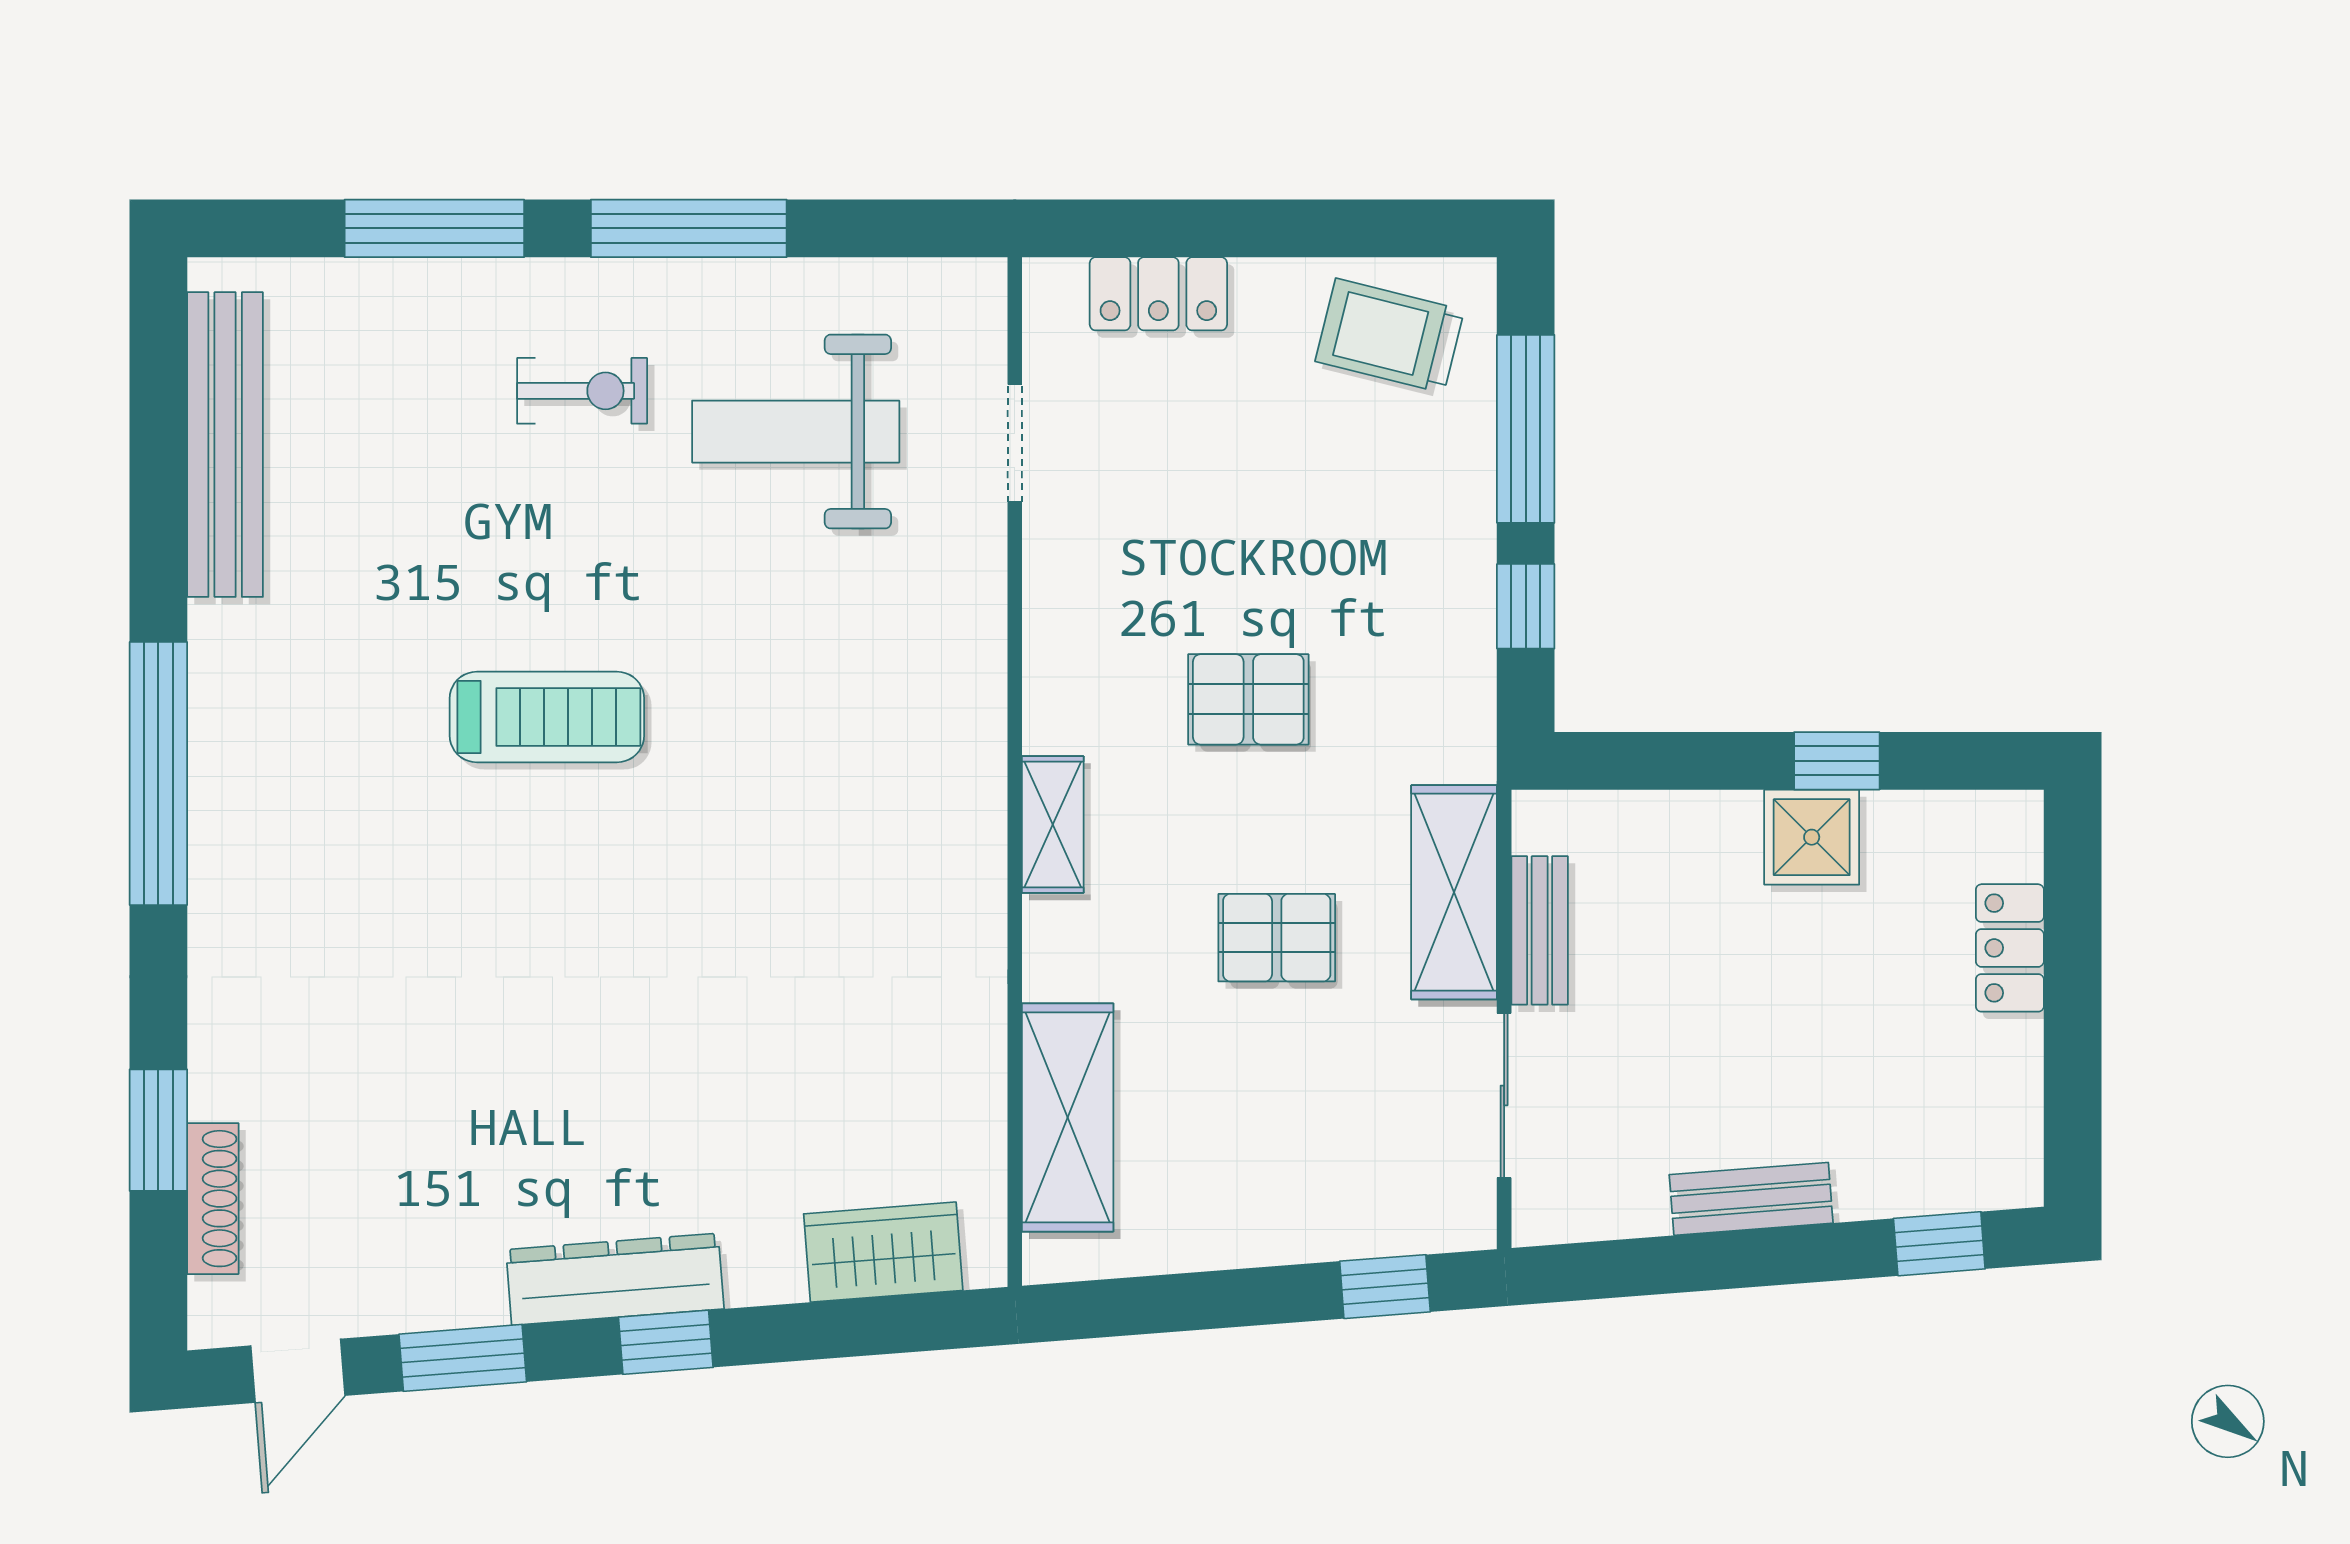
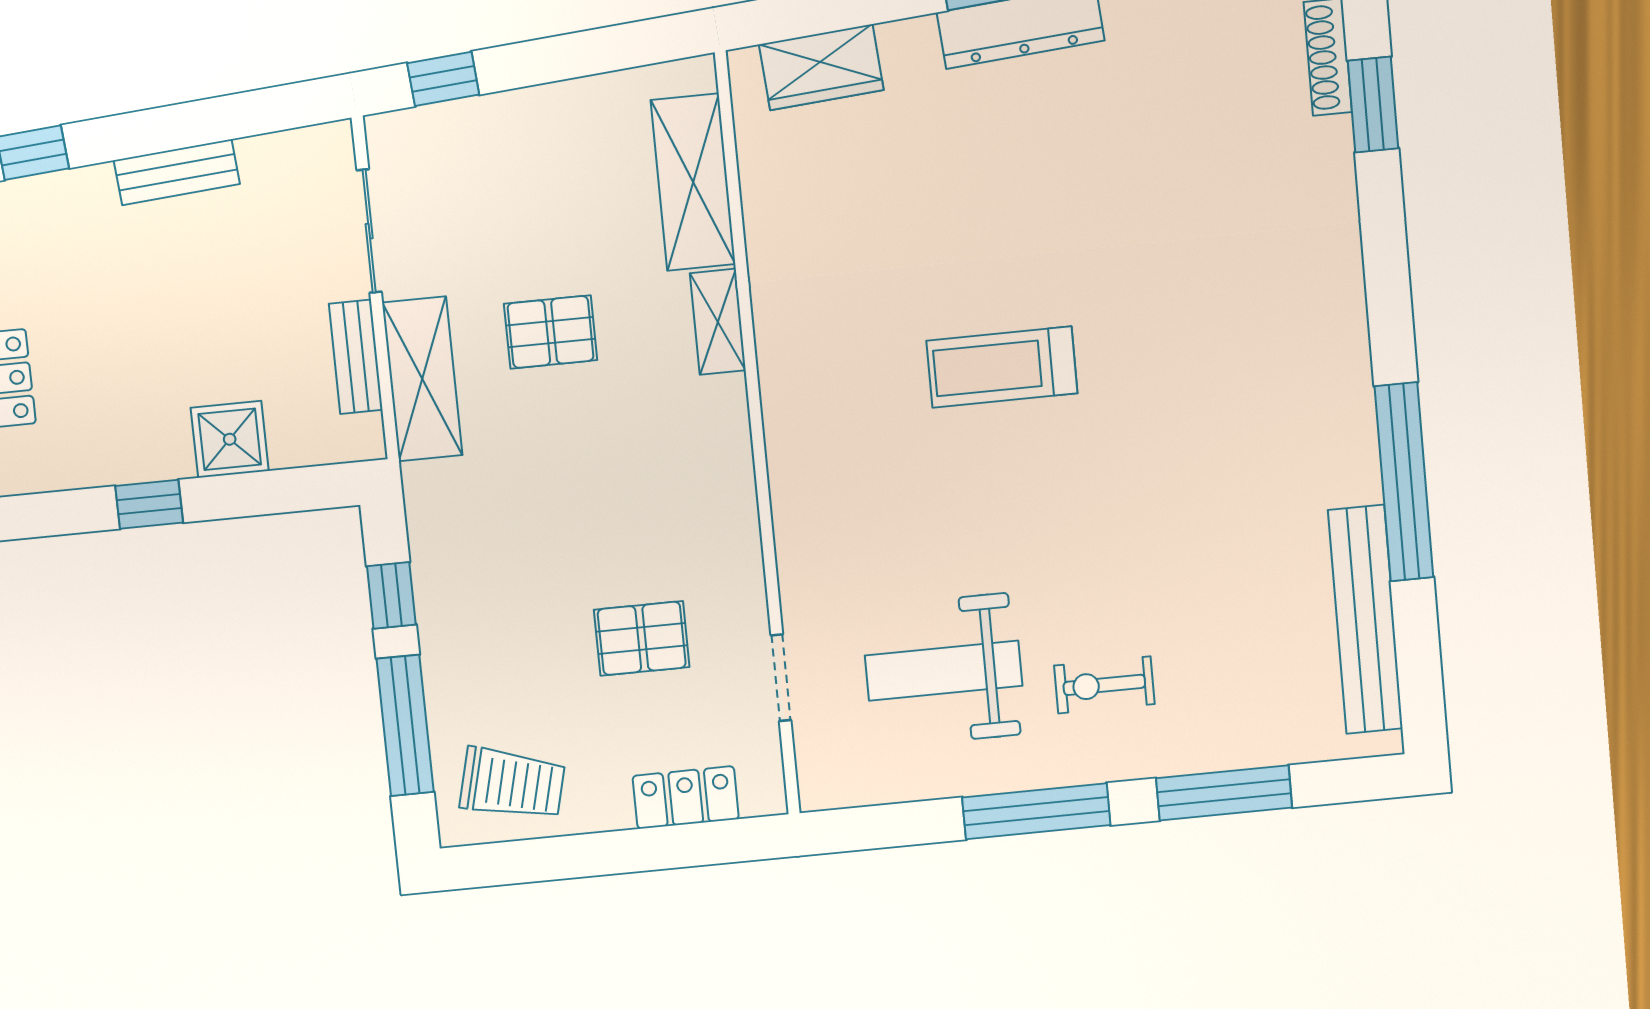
weight bench: (796, 432) -> (944, 671), turned 180
pallet: (1248, 699) -> (642, 638), moved
treadmill: (547, 717) -> (1002, 367), moved
window: (158, 773) -> (1404, 482), moved
shelving: (1053, 825) -> (718, 322), moved
shower: (1812, 837) -> (230, 439), moved

